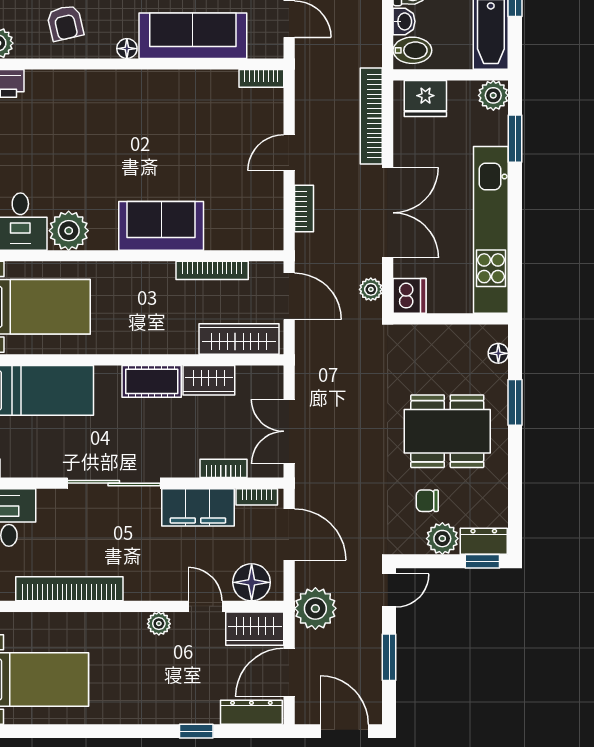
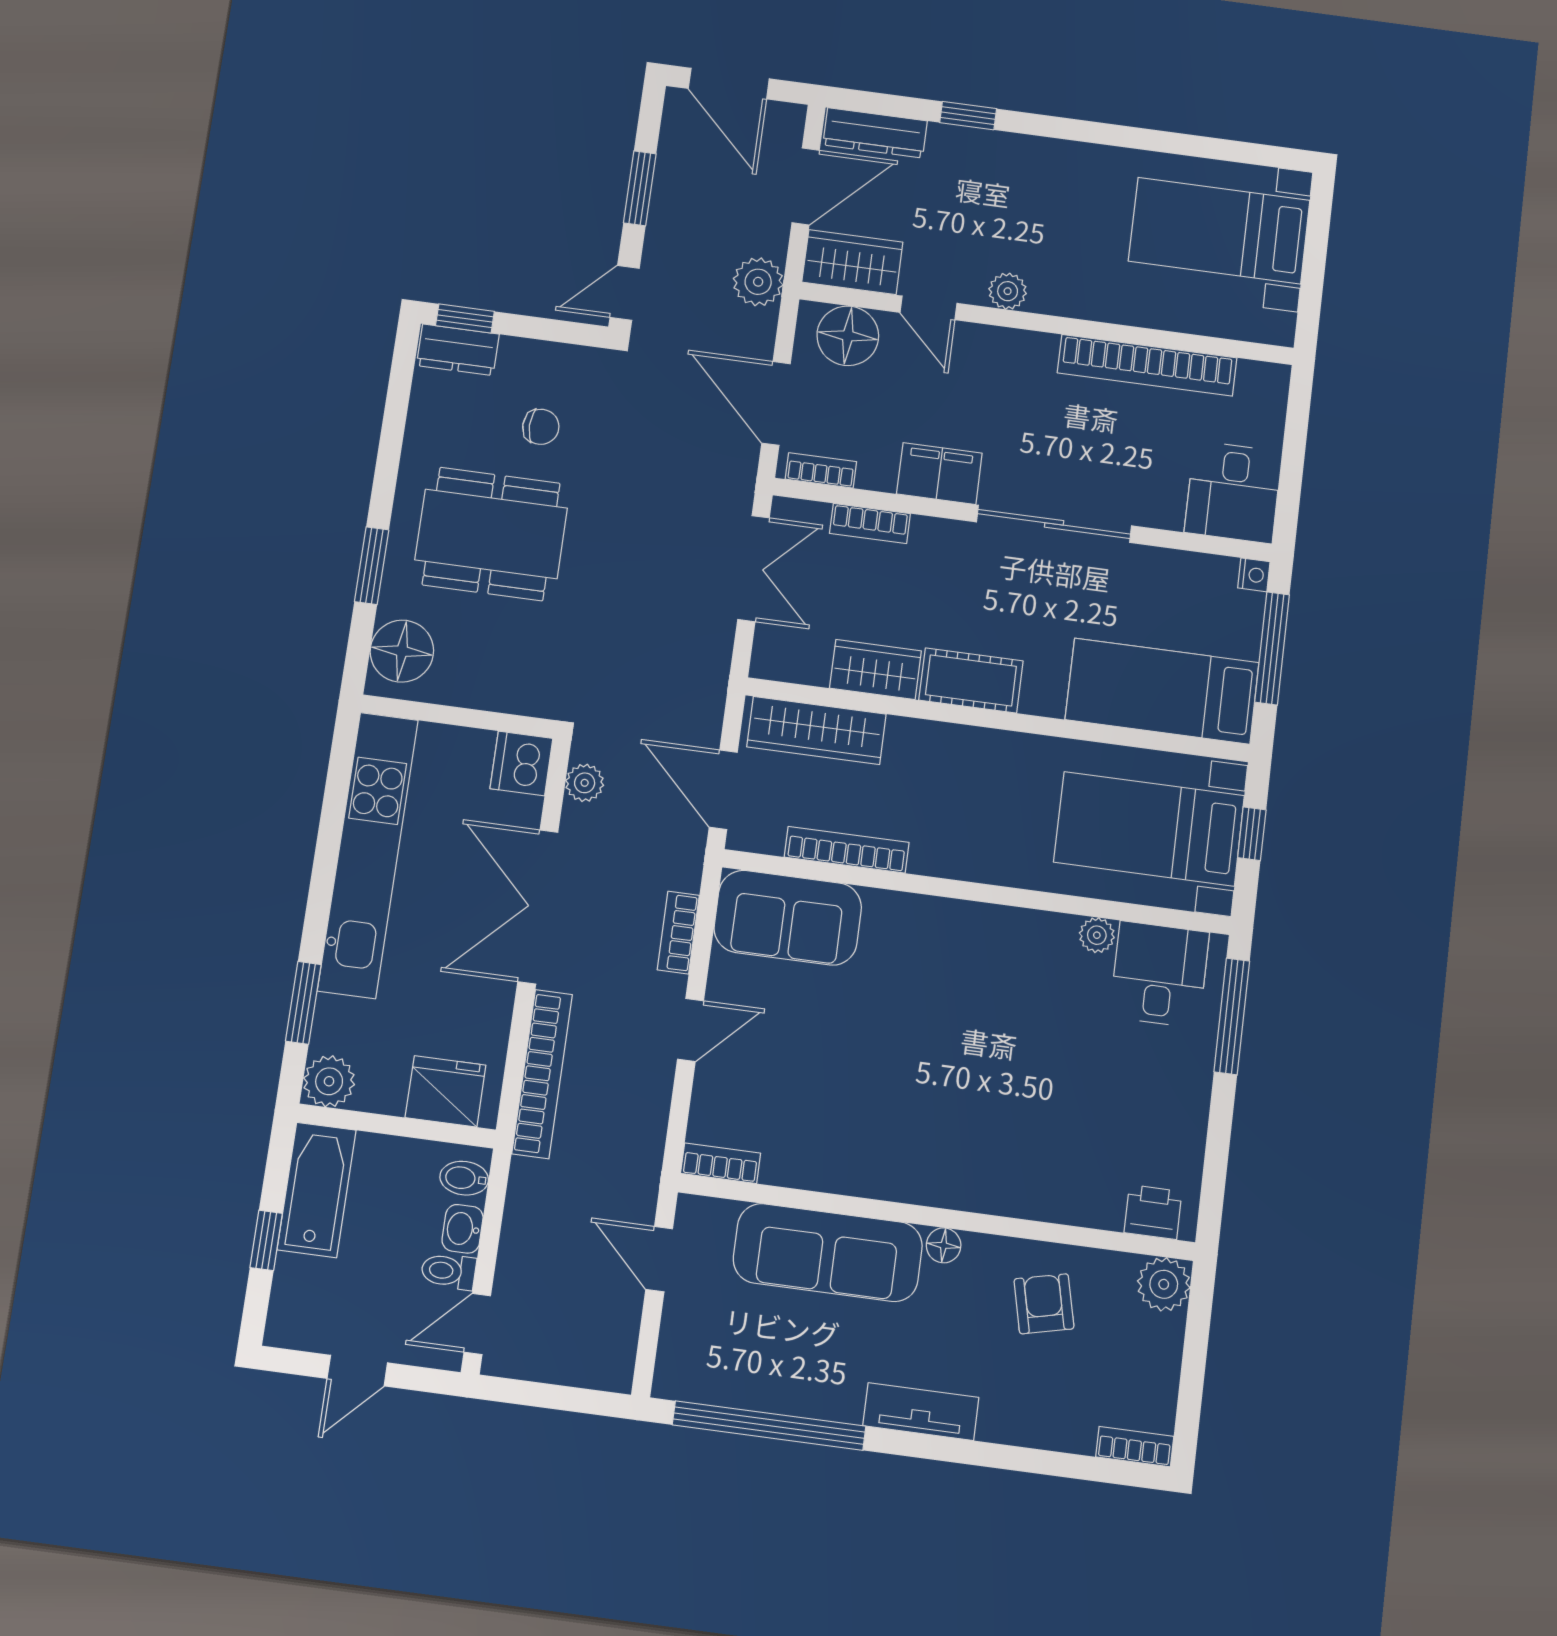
bidet: (412, 50) -> (464, 1178), width x0.72, depth x0.74
sofa: (161, 226) -> (788, 918), moved
plant: (69, 231) -> (1097, 935), width x0.53, depth x0.53
floor lamp: (498, 353) -> (402, 651), width x1.89, depth x1.89
filing cabinet: (198, 507) -> (939, 474), width x0.67, depth x0.86
plant: (442, 539) -> (525, 363), removed
plant: (315, 608) -> (758, 282), width x0.73, depth x0.73

